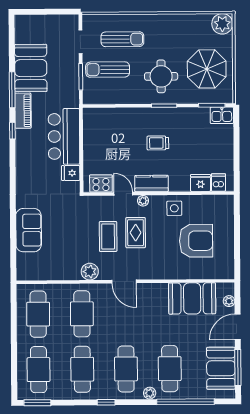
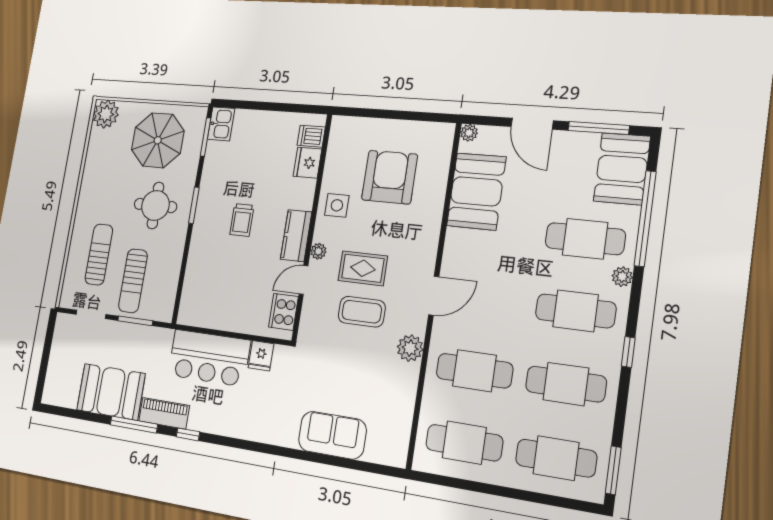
plant: (229, 301) -> (469, 133), moved
booth: (221, 368) -> (622, 169), moved, turned 90

